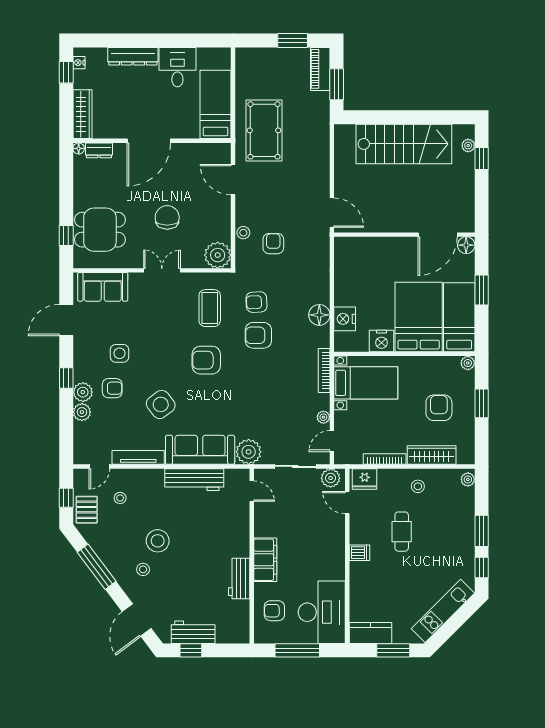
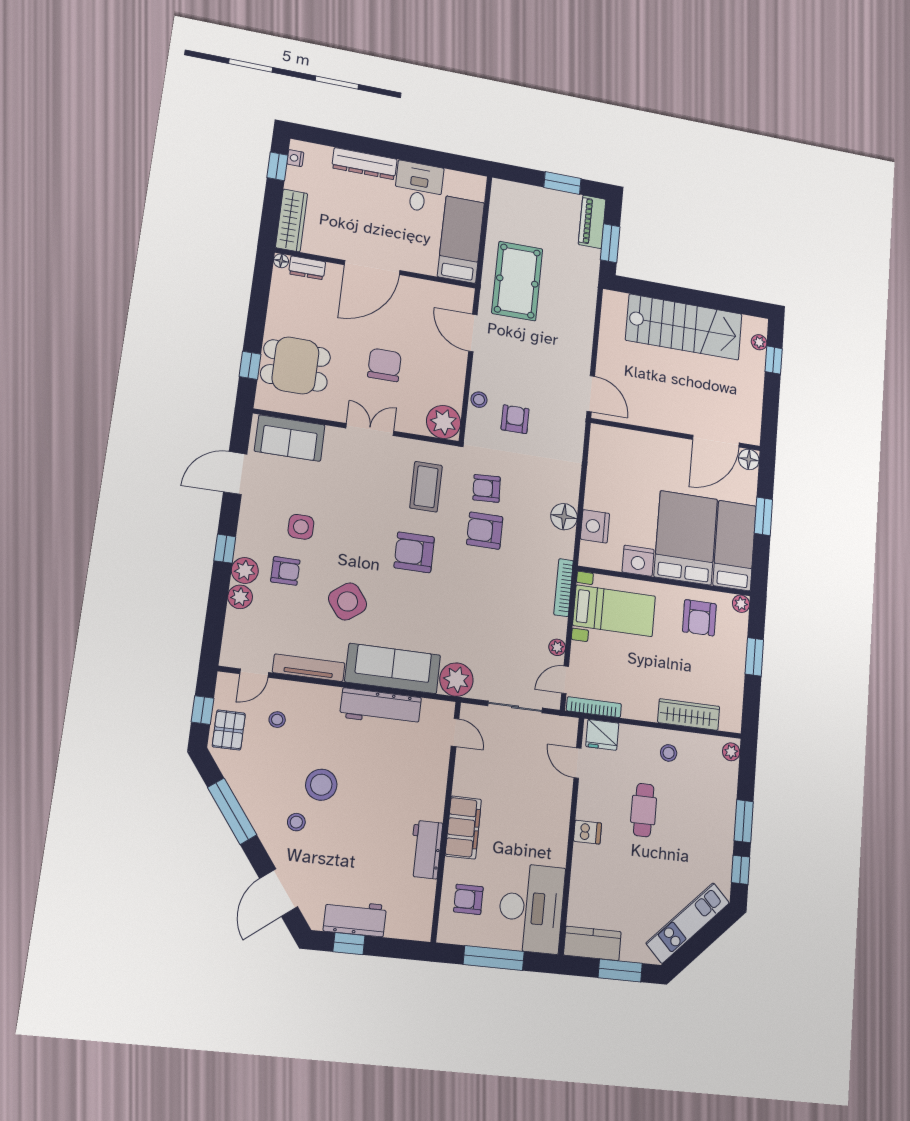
armchair: (439, 408) -> (699, 618), moved, turned 180
bookcase: (385, 459) -> (594, 707), moved
plant: (331, 478) -> (559, 728), removed

